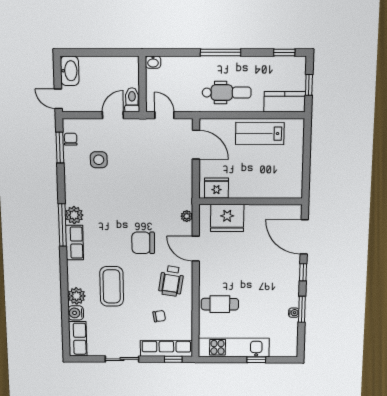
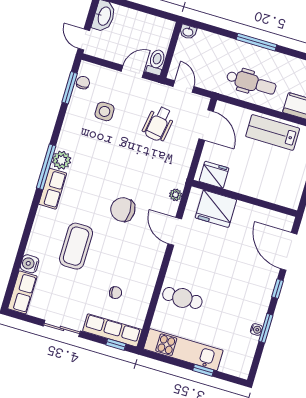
wheelchair: (171, 281) -> (158, 124), moved
plant: (76, 296) -> (36, 246), removed

